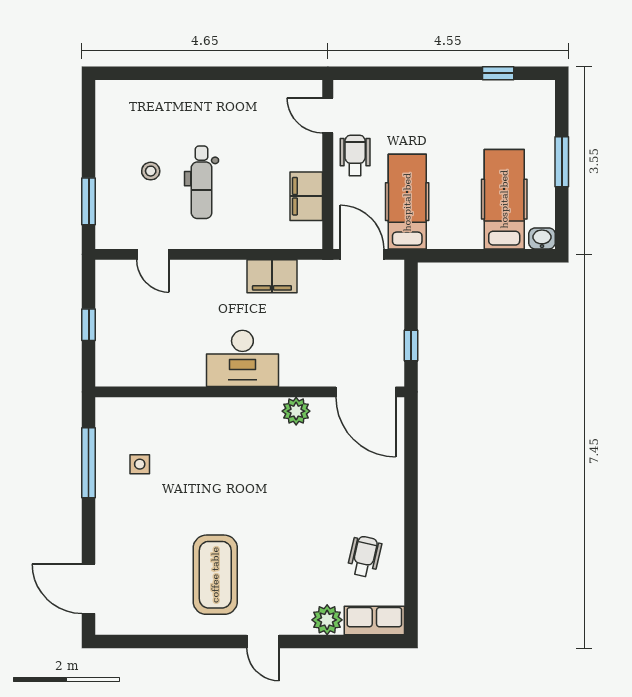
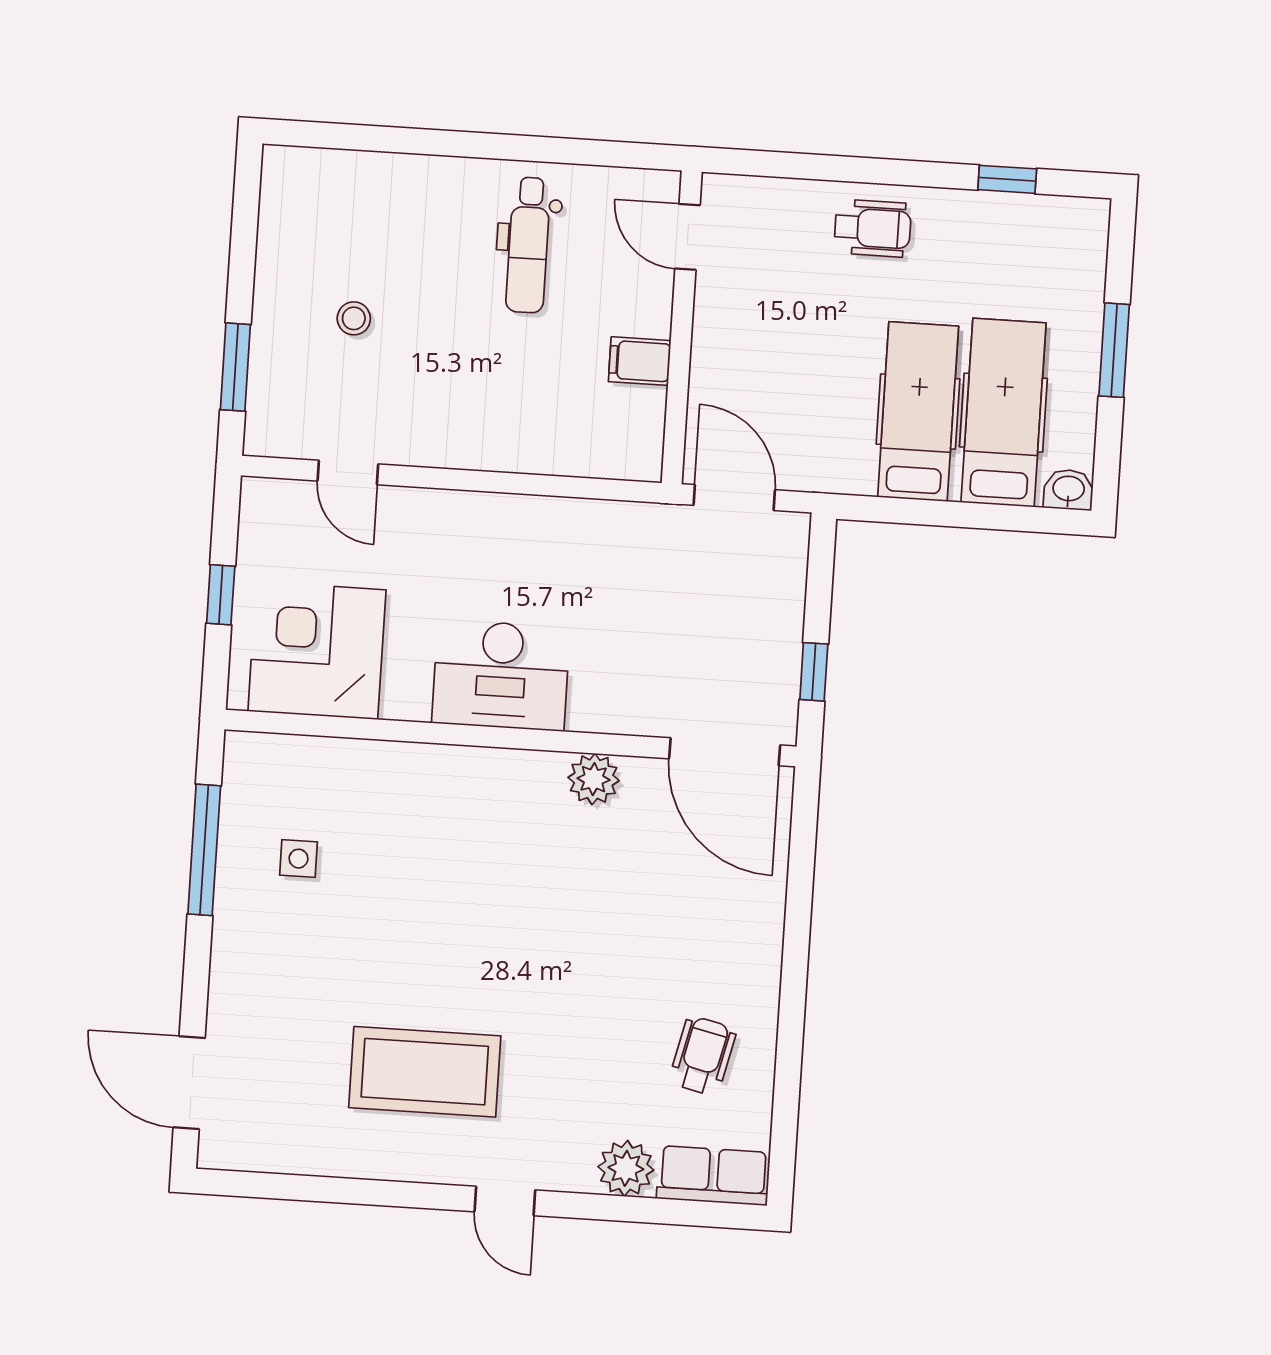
wheelchair: (355, 155) -> (873, 228), moved, turned 90
dental chair: (202, 182) -> (528, 245), moved
filing cabinet: (306, 196) -> (640, 361), width x0.50
hospital bed: (407, 202) -> (918, 412), moved
filing cabinet: (272, 276) -> (565, 527), removed
corner desk: (142, 351) -> (317, 650), added
coffee table: (215, 575) -> (425, 1072), turned 90

